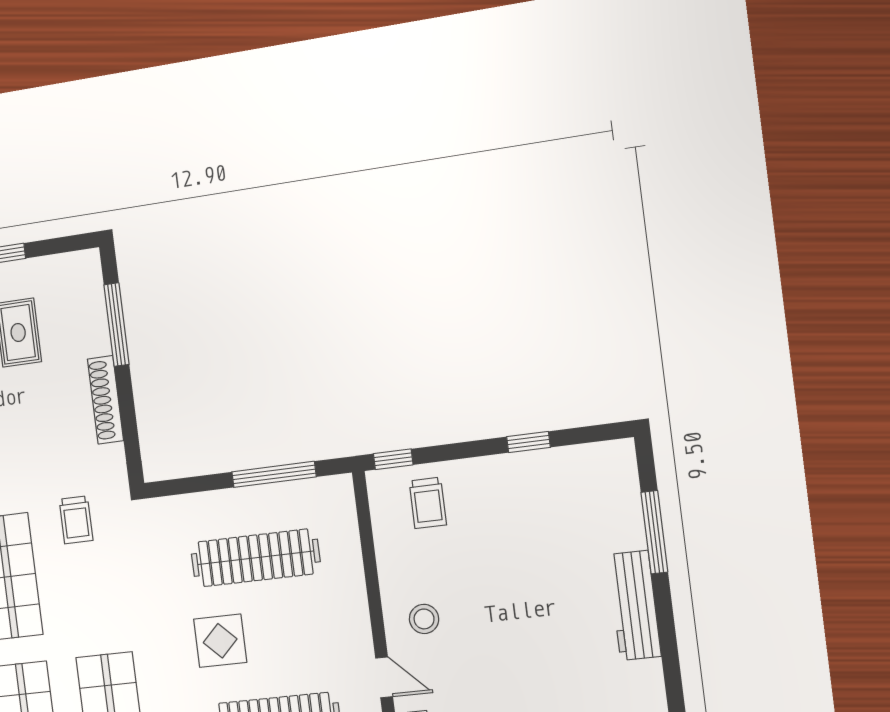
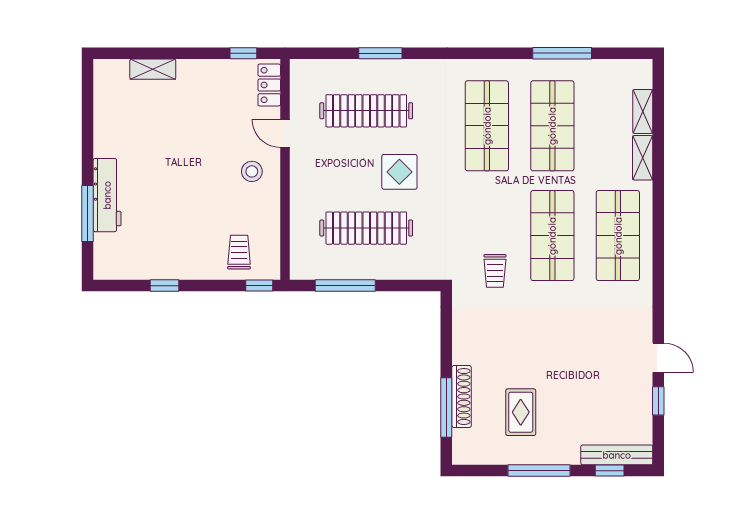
shoe rack: (105, 400) -> (462, 396), moved
trolley: (76, 520) -> (495, 271), turned 180
workbench: (634, 605) -> (107, 195), moved

